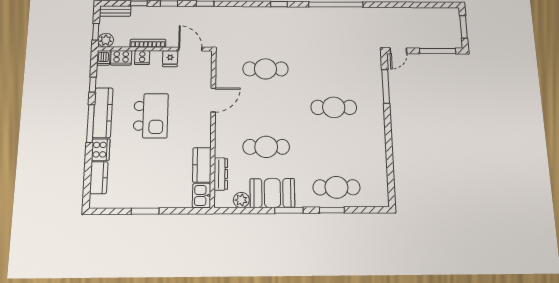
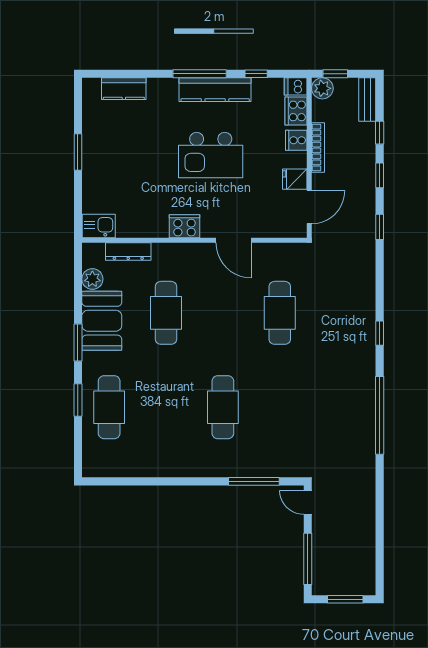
cooker: (101, 150) -> (185, 226), moved, turned 180
kitchen counter: (202, 165) -> (141, 226), removed

